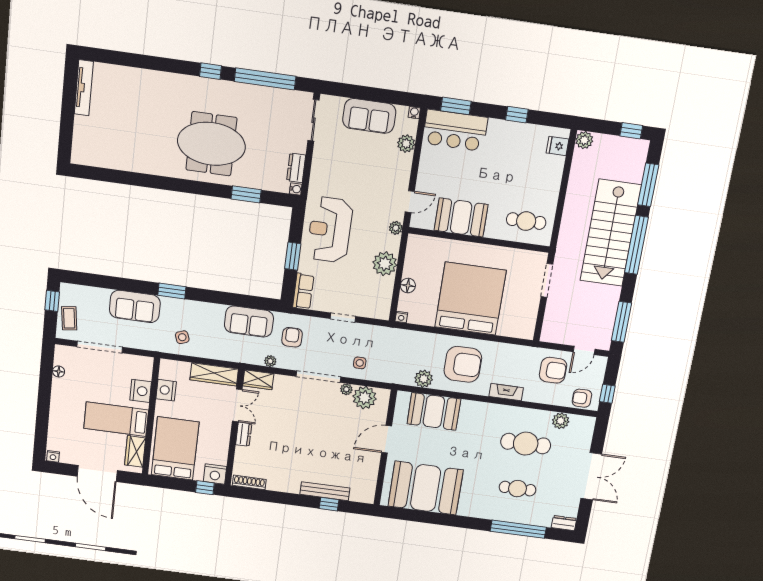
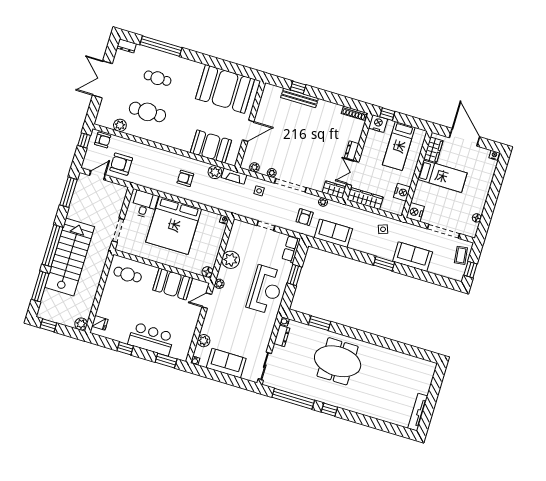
bar counter: (455, 130) -> (151, 339), moved
floor lamp: (408, 286) -> (207, 272), moved
desk: (515, 321) -> (144, 204), added
armchair: (463, 364) -> (185, 178), width x0.53, depth x0.53
nightstand: (141, 391) -> (415, 212), moved
fireplace: (506, 392) -> (234, 176), moved
plant: (365, 398) -> (254, 167), width x0.53, depth x0.53
bed: (175, 448) -> (399, 146), width x0.67

